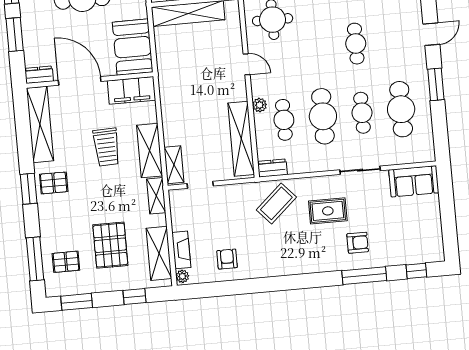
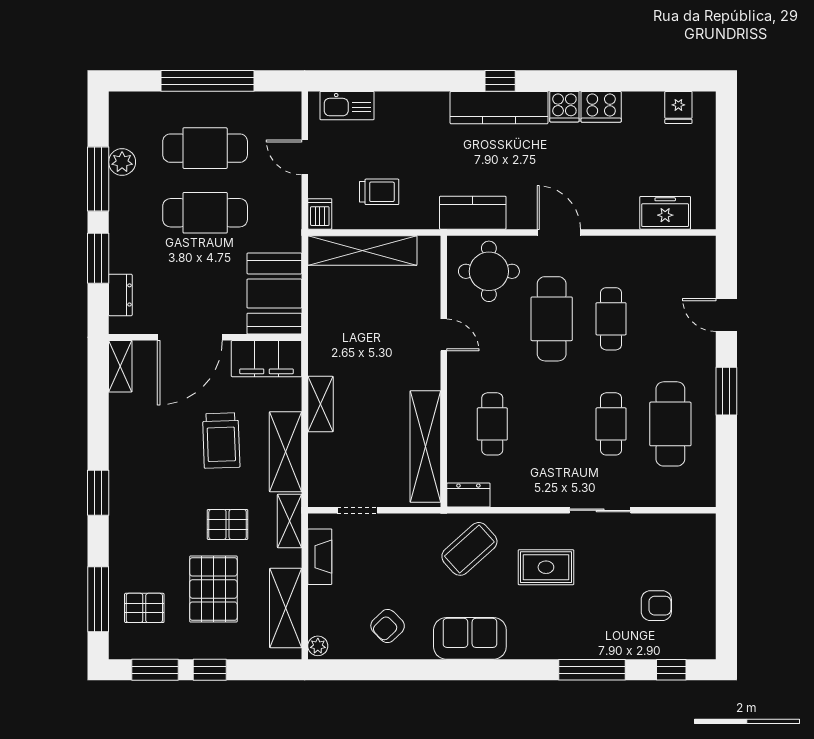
door: (431, 34) -> (726, 315), swing flipped
dresser: (39, 75) -> (120, 295), moved, turned 90
door: (80, 81) -> (190, 337), swing flipped
plant: (260, 105) -> (458, 398), removed
cafe table: (323, 116) -> (552, 319), moved
shelving: (40, 124) -> (120, 366), width x0.45, depth x0.75
shelving: (174, 165) -> (320, 404), moved
sofa: (414, 181) -> (470, 638), moved, turned 180
pallet: (54, 183) -> (228, 524), moved
armchair: (358, 243) -> (656, 606), moved
fireplace: (181, 250) -> (320, 557), moved
armchair: (227, 259) -> (388, 626), turned -134
window: (134, 297) -> (210, 670), moved

